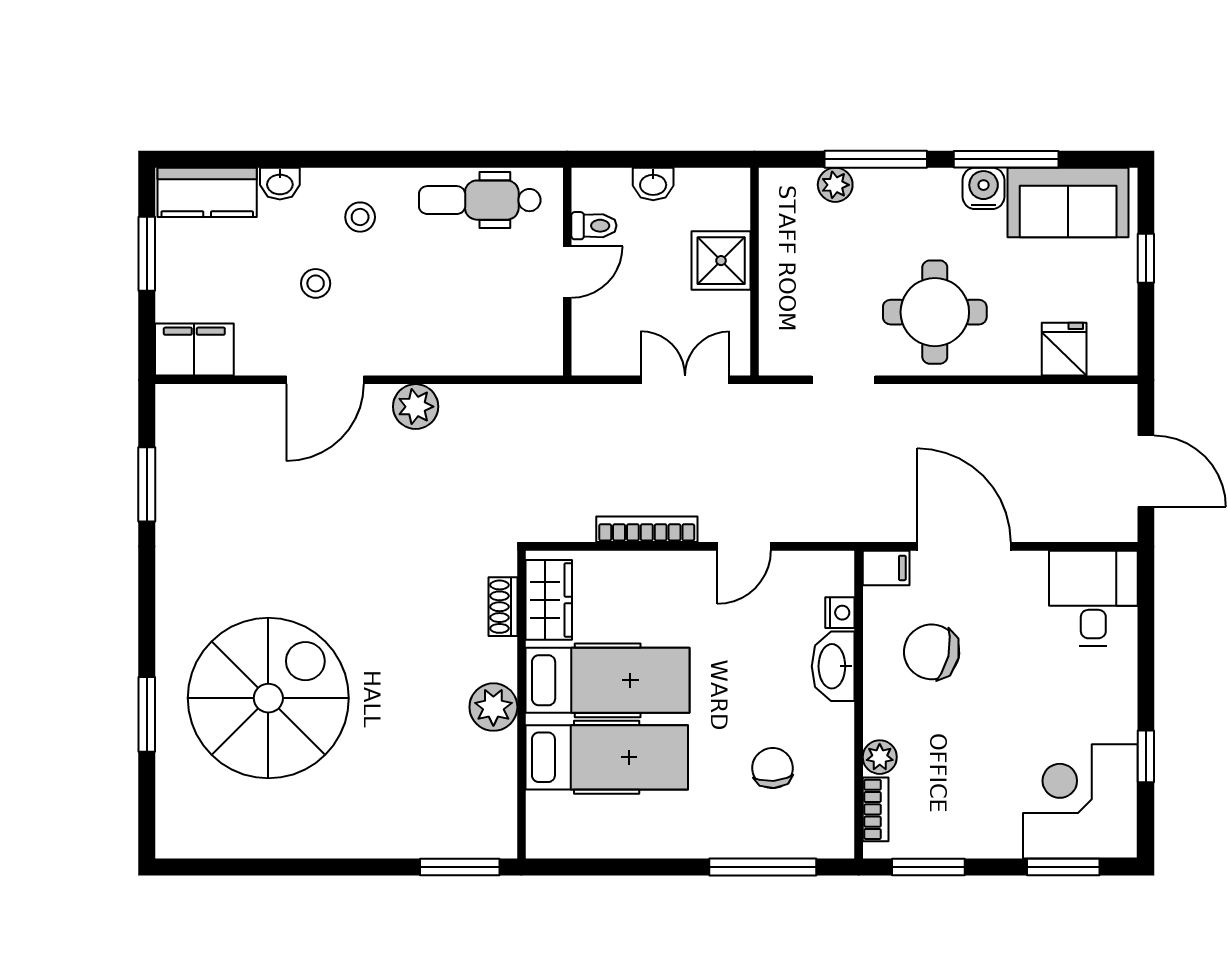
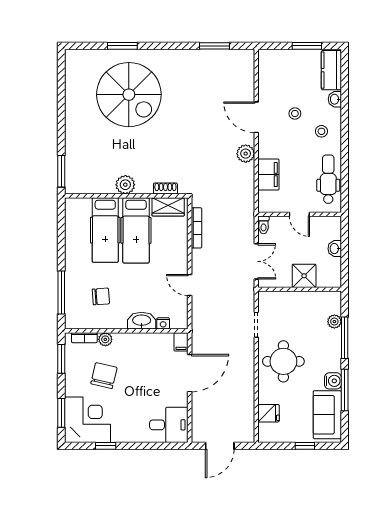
toilet: (594, 226) -> (263, 225), moved
filing cabinet: (194, 349) -> (268, 174), moved
bookcase: (647, 529) -> (196, 228), moved
chair: (932, 652) -> (104, 376), moved

